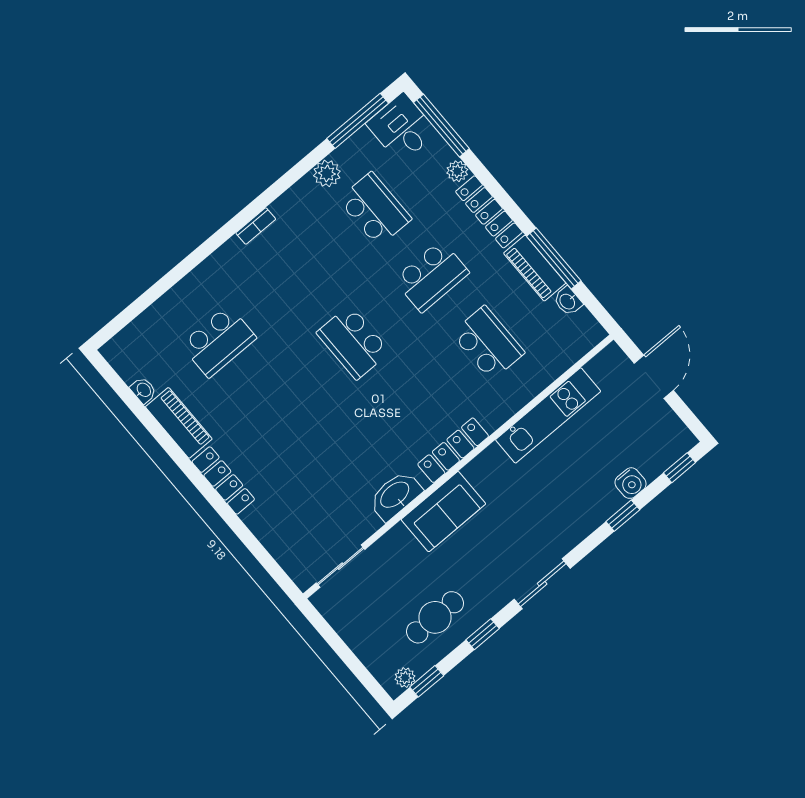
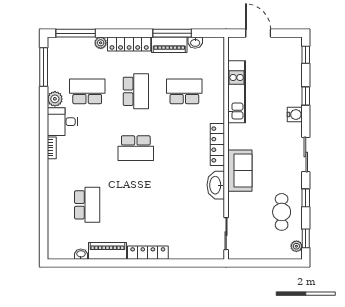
desk: (402, 128) -> (62, 122), moved
water cooler: (631, 483) -> (295, 115), moved

